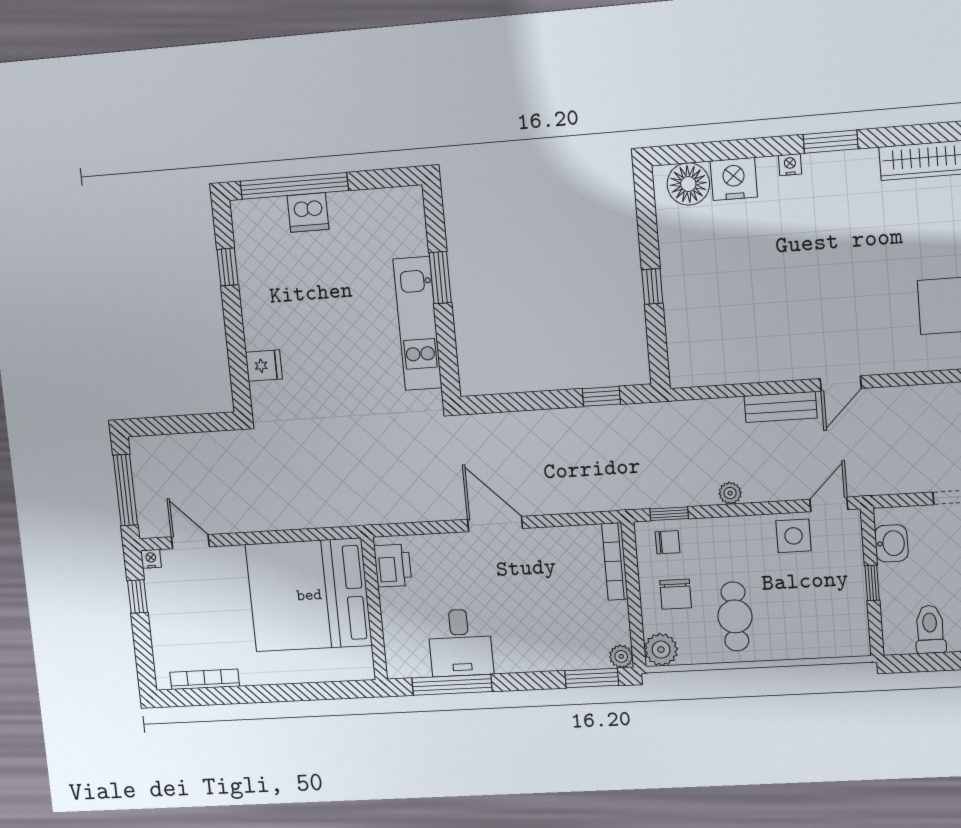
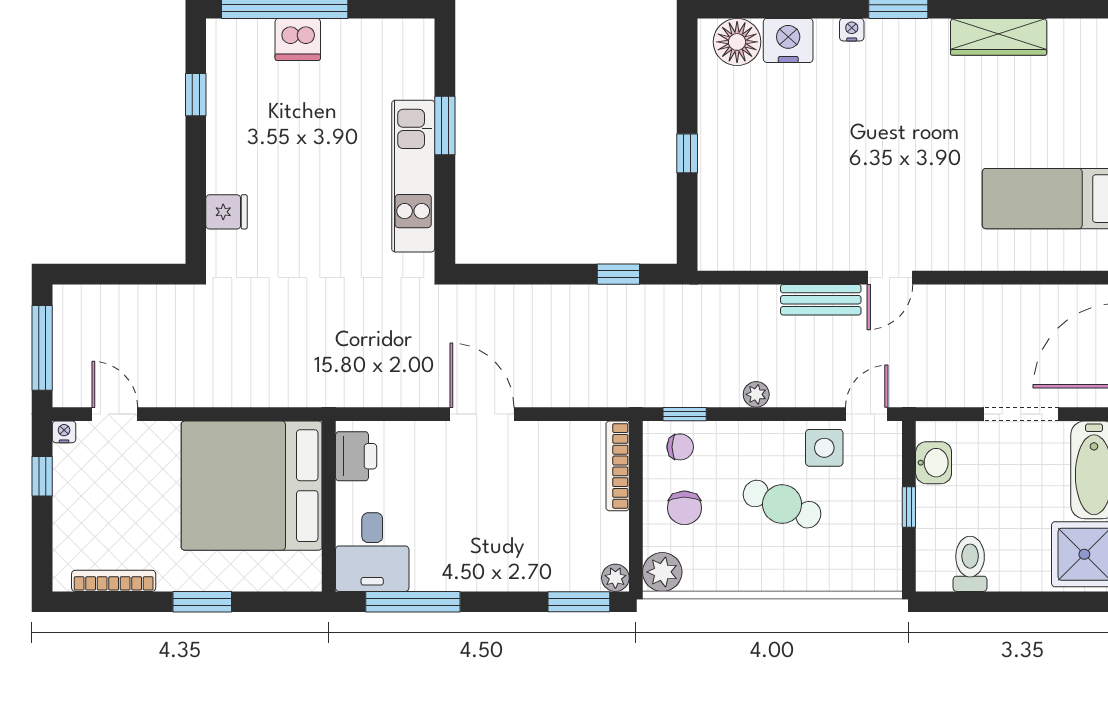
cafe table: (735, 616) -> (782, 504), moved, turned -68
desk: (460, 643) -> (372, 552), moved
window: (278, 693) -> (202, 602), added

